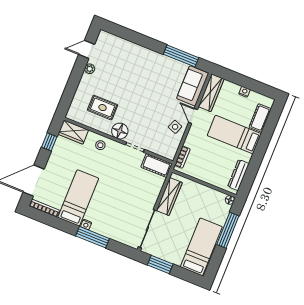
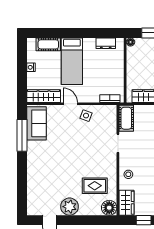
plant: (90, 69) -> (69, 207), width x1.88, depth x1.88
sofa: (193, 86) -> (37, 123), moved, turned -90
rug: (103, 108) -> (95, 186), turned 90
door: (193, 116) -> (70, 104), swing flipped
floor lamp: (120, 131) -> (109, 208), moved
dresser: (238, 175) -> (106, 43), width x0.70

